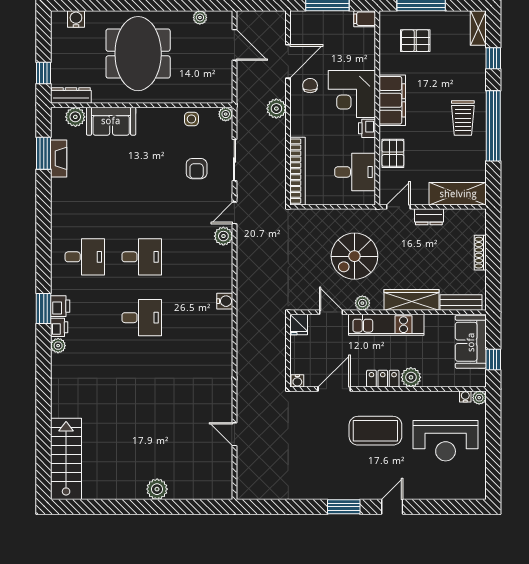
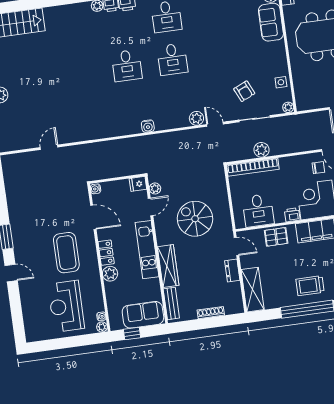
plant: (276, 109) -> (261, 150), moved
armchair: (197, 169) -> (244, 91), turned -114
plant: (362, 303) -> (155, 188), moved

